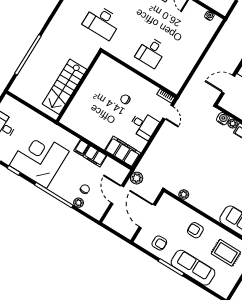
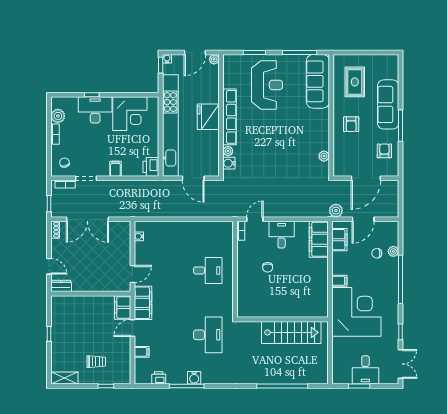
filing cabinet: (95, 156) -> (339, 240), moved
corner desk: (39, 158) -> (356, 312), moved, turned 180

